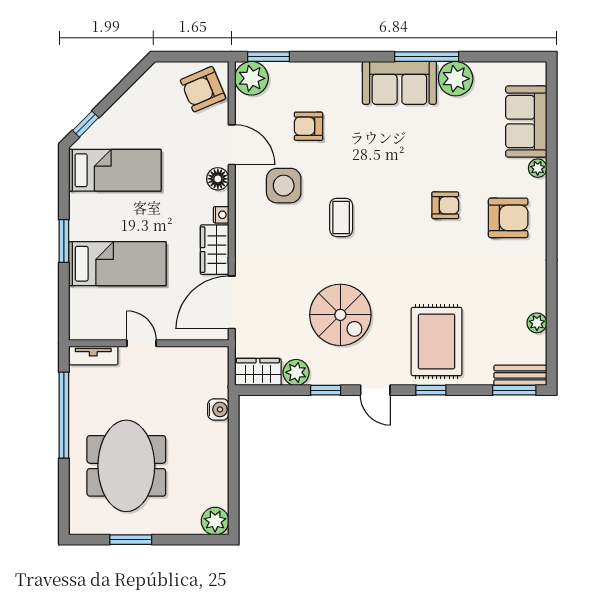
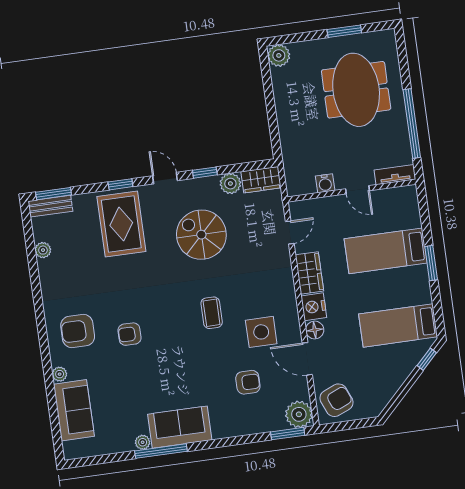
plant: (456, 79) -> (143, 442), width x0.53, depth x0.53
nightstand: (221, 215) -> (314, 307), width x1.89, depth x1.79
door: (232, 302) -> (290, 232), width x0.53
water cooler: (218, 409) -> (325, 183), moved, turned -90

